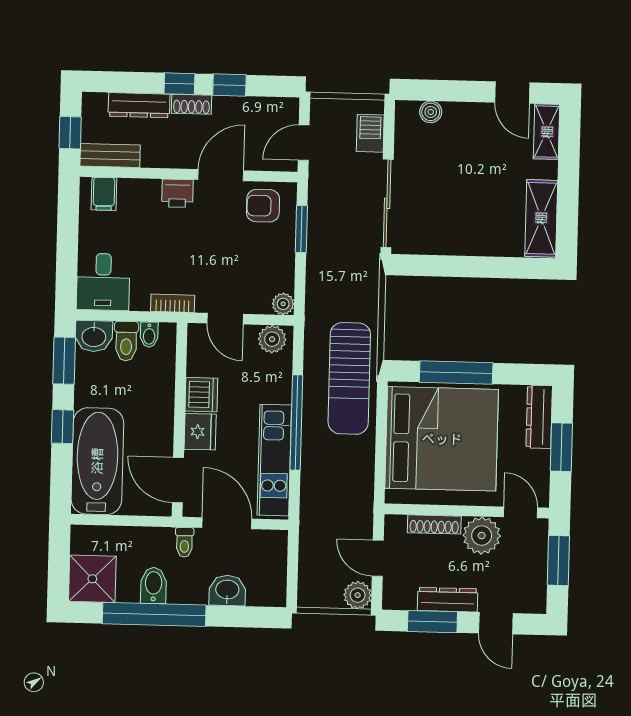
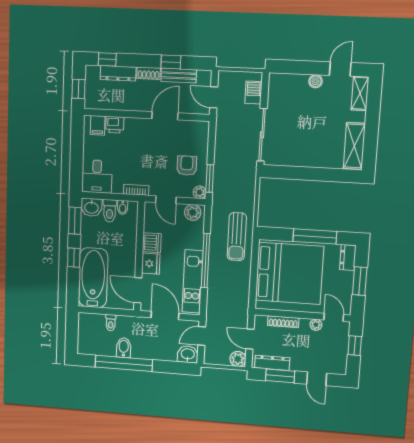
window: (179, 84) -> (107, 59), moved
door: (512, 92) -> (340, 69), swing flipped
boiler: (431, 112) -> (316, 81), moved
door: (304, 143) -> (214, 97), hinge flipped
bench: (110, 156) -> (179, 76), moved
printer: (177, 193) -> (115, 125), moved
armchair: (263, 206) -> (187, 166), moved, turned 90
window: (301, 229) -> (210, 179), moved
window: (456, 373) -> (315, 236), moved
sun lounger: (349, 378) -> (237, 237), width x0.73, depth x0.75
dresser: (539, 417) -> (348, 258), width x0.70
plant: (482, 536) -> (316, 325), width x0.53, depth x0.53
toilet: (184, 542) -> (111, 323), moved
door: (293, 557) -> (202, 336), added
window: (558, 560) -> (355, 346), width x0.67
shower: (92, 579) -> (90, 342), removed
washbasin: (227, 590) -> (188, 354), moved
dresser: (448, 600) -> (272, 363), moved

